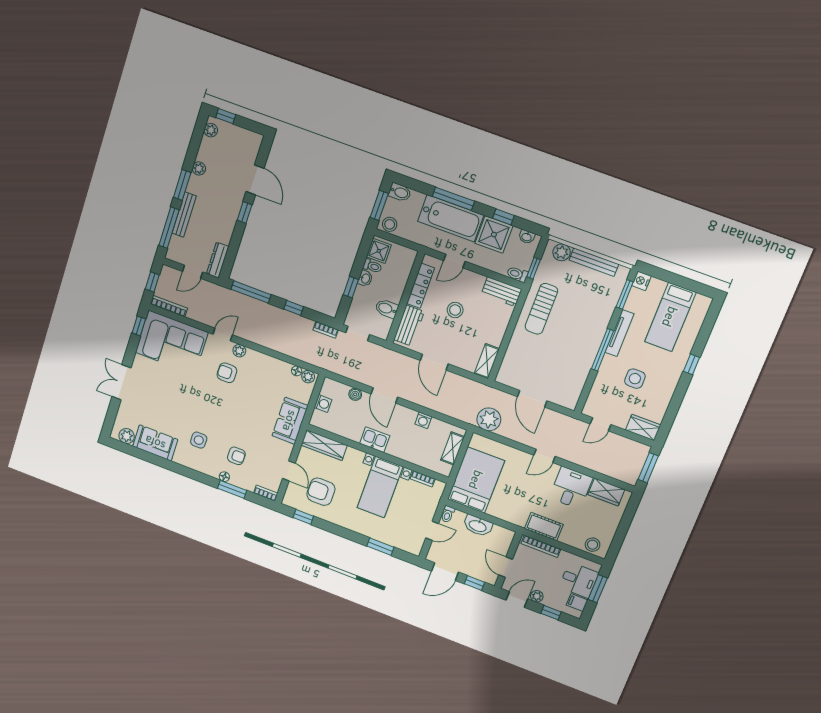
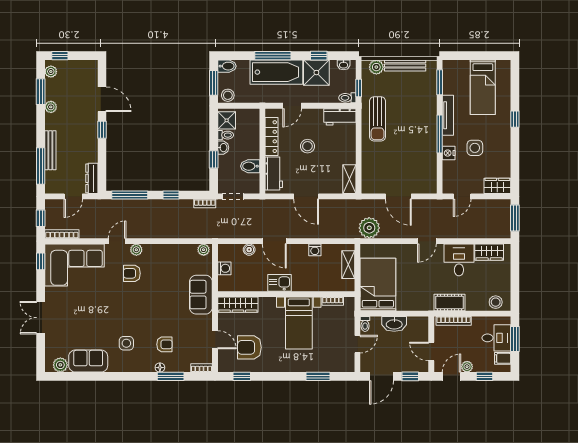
window: (182, 185) -> (41, 92), moved
nightstand: (641, 281) -> (449, 153), moved
floor lamp: (297, 371) -> (192, 248), removed

